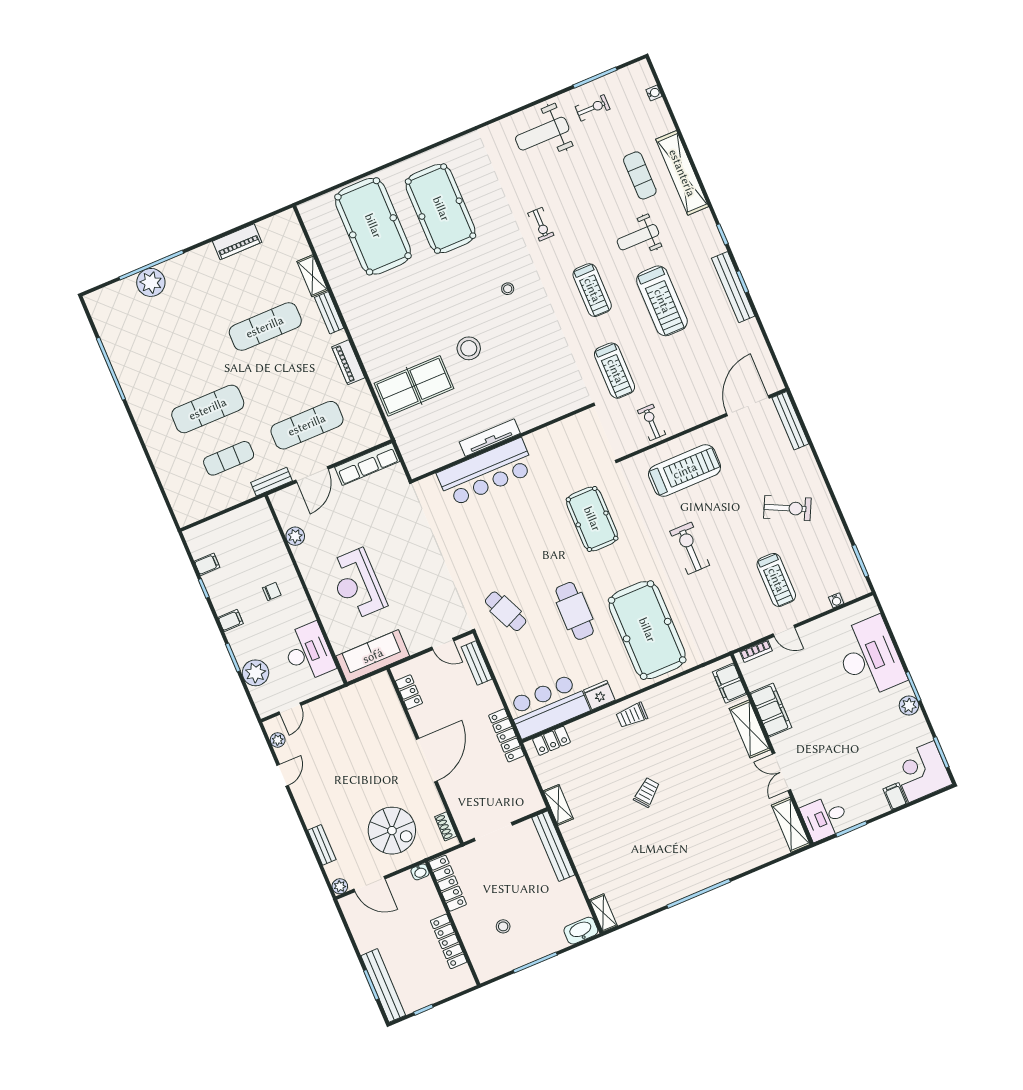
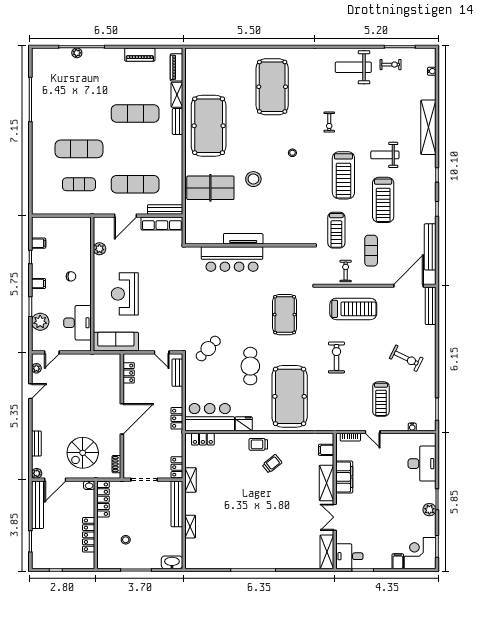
exercise mat: (640, 175) -> (371, 251), moved
pool table: (373, 226) -> (209, 126), moved
plant: (151, 282) -> (77, 53), width x0.53, depth x0.53
bench: (733, 287) -> (430, 247), moved
treadmill: (592, 290) -> (343, 175), width x1.37, depth x1.38
piano: (348, 362) -> (176, 67), moved
bench: (272, 482) -> (165, 209), moved, width x1.36
cafe table: (506, 611) -> (208, 349), turned 67
desk: (869, 657) -> (422, 464), width x0.73, depth x0.77
filing cabinet: (730, 683) -> (326, 450), width x0.50
locker: (506, 735) -> (177, 418), width x0.66
trolley: (647, 792) -> (272, 464), moved
locker: (532, 795) -> (177, 467), added
spiral stairs: (392, 831) -> (83, 453), turned 90
door: (369, 884) -> (55, 480), hinge flipped
shelving: (603, 913) -> (190, 527), moved
bench: (383, 985) -> (38, 505), moved

